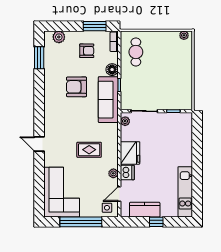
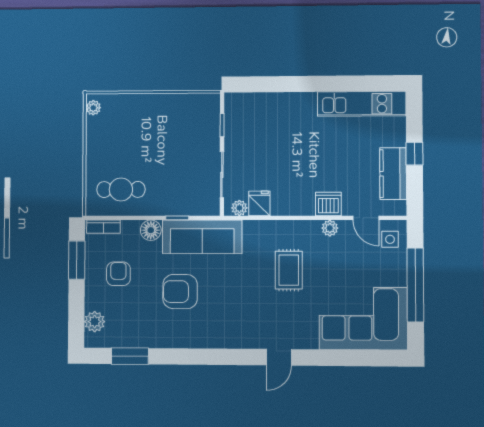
armchair: (77, 87) -> (180, 292), turned 90
fridge: (130, 153) -> (259, 203), moved, width x0.53, depth x0.75

